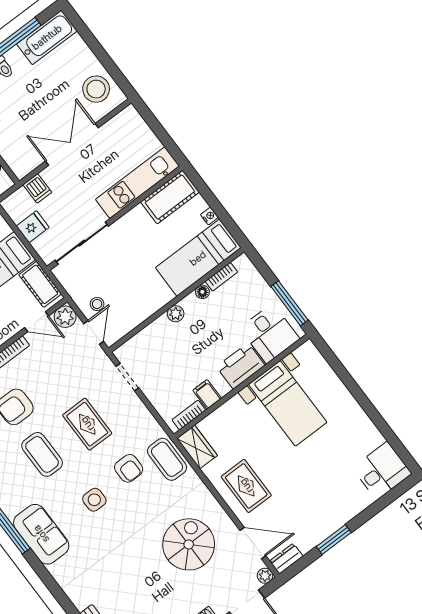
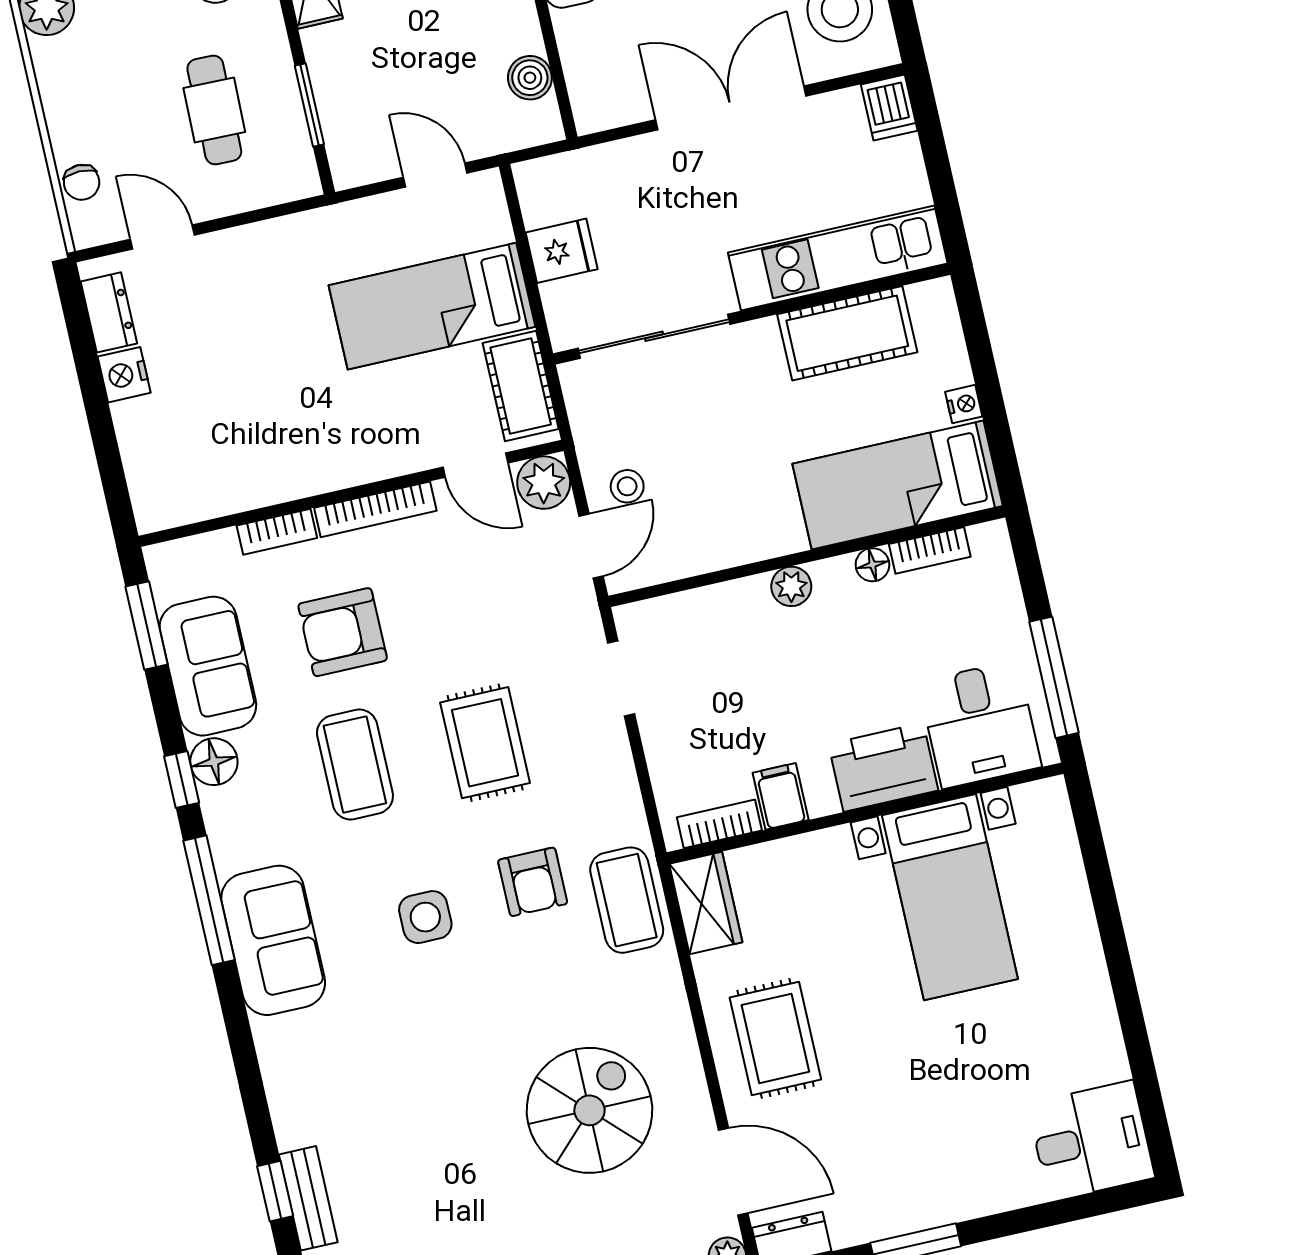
dishwasher: (37, 188) -> (889, 108), moved
cot: (170, 197) -> (847, 333), moved

